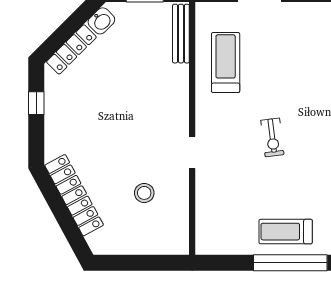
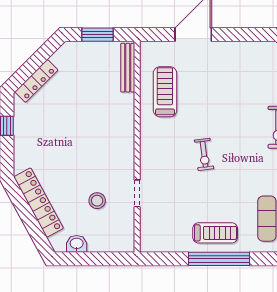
washbasin: (101, 21) -> (77, 244), moved, turned -135
doorway: (192, 153) -> (137, 193), moved
treadmill: (286, 232) -> (215, 233), turned 180

